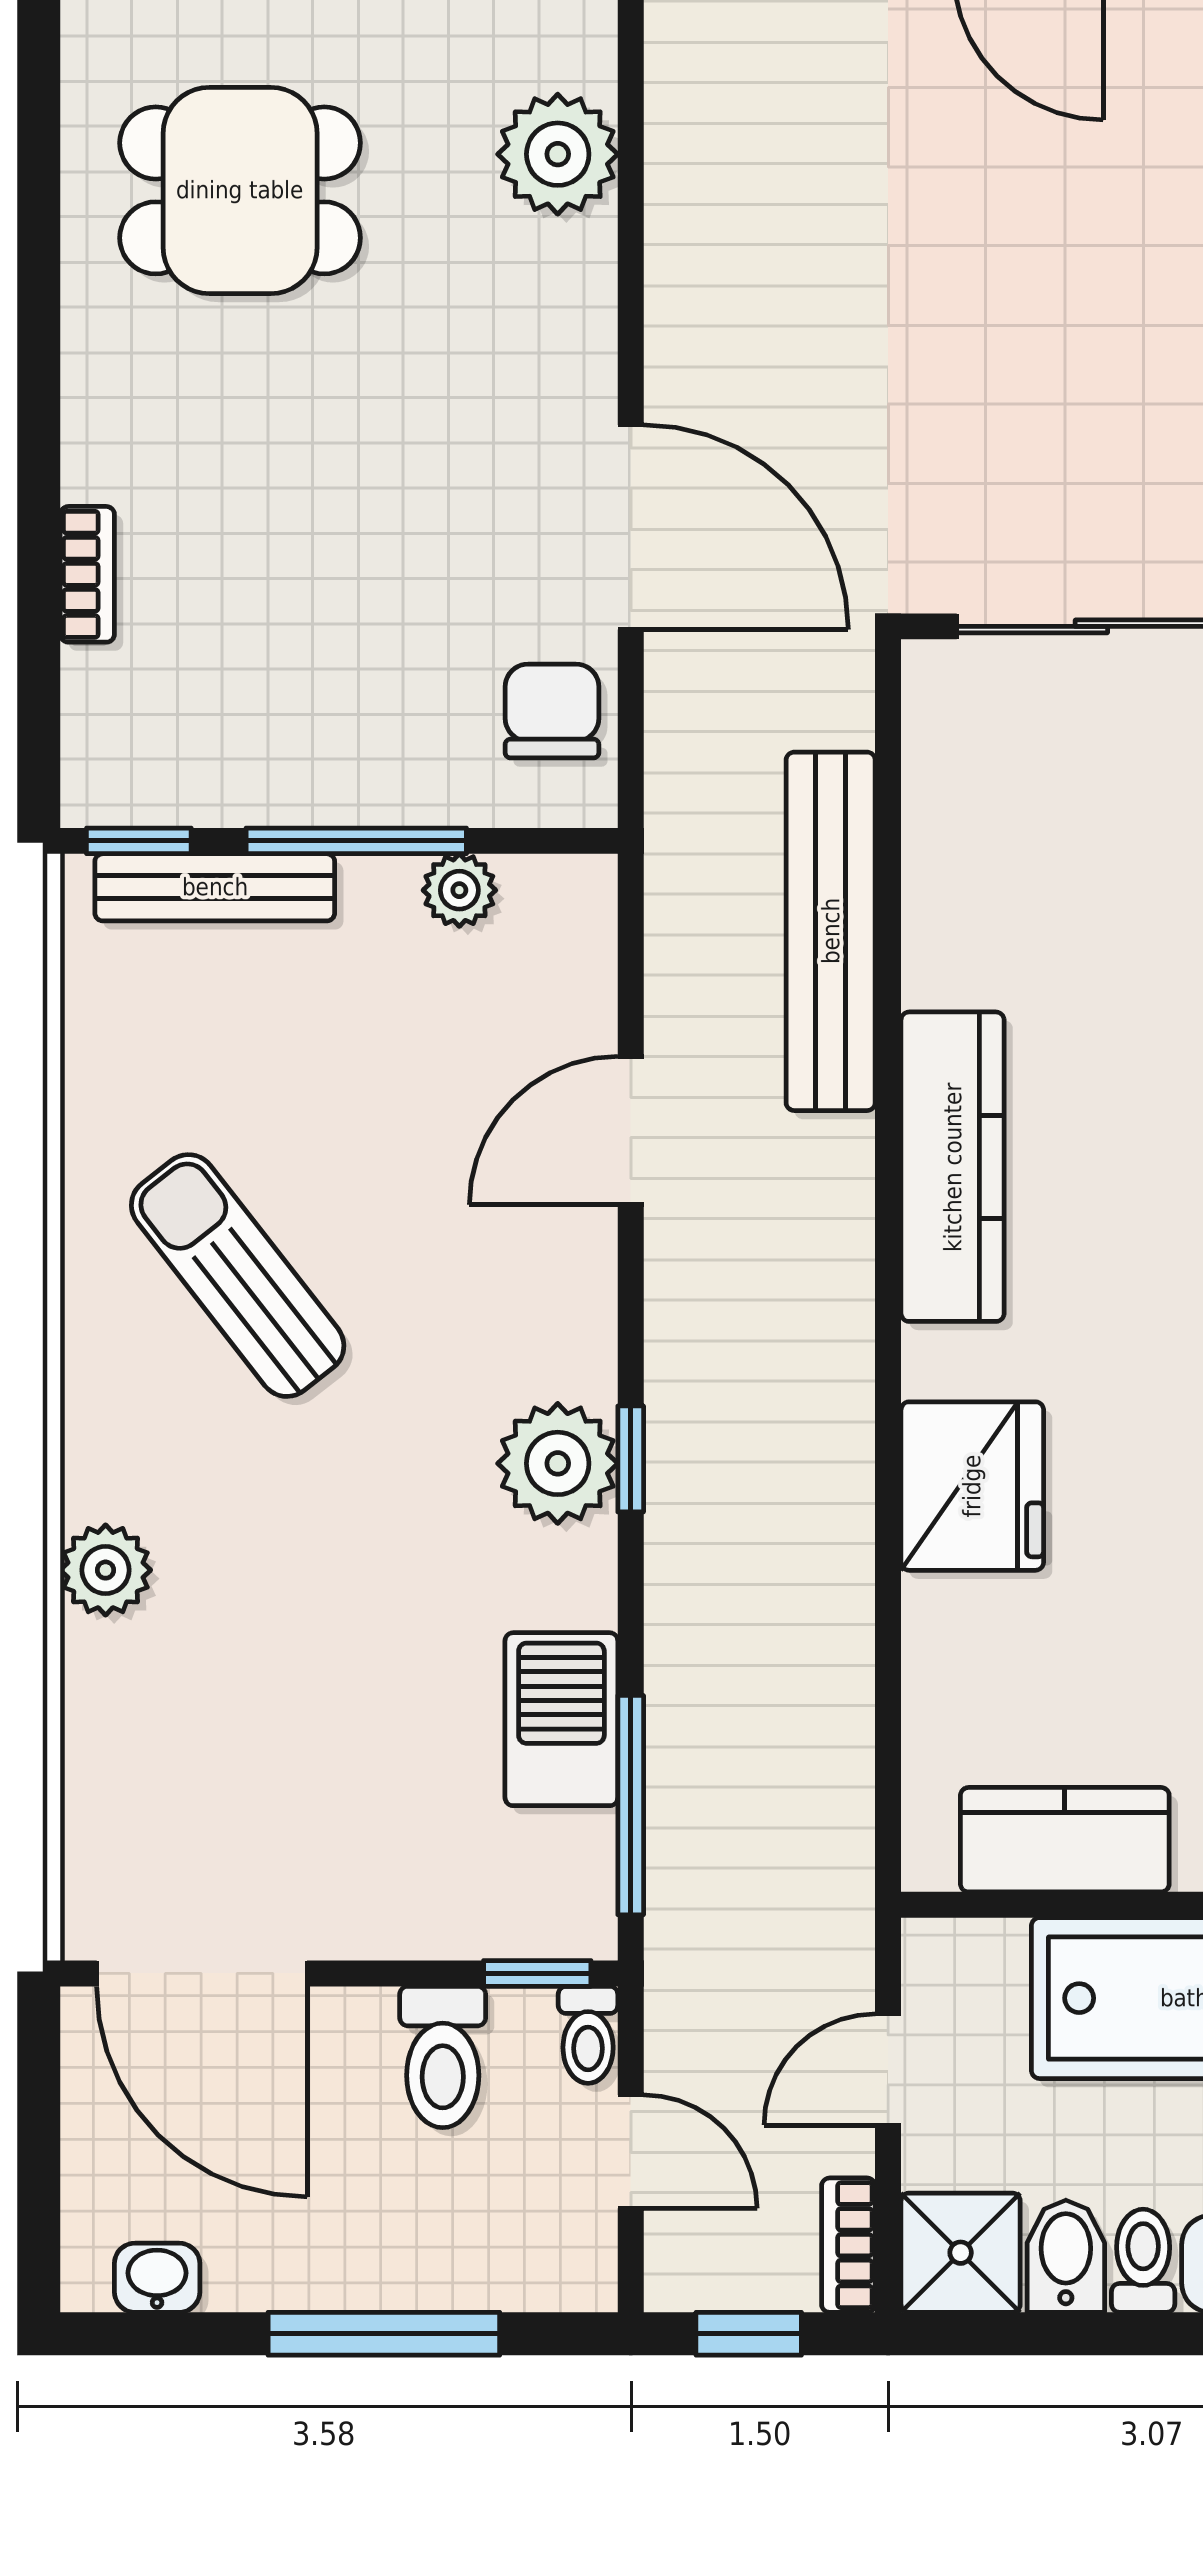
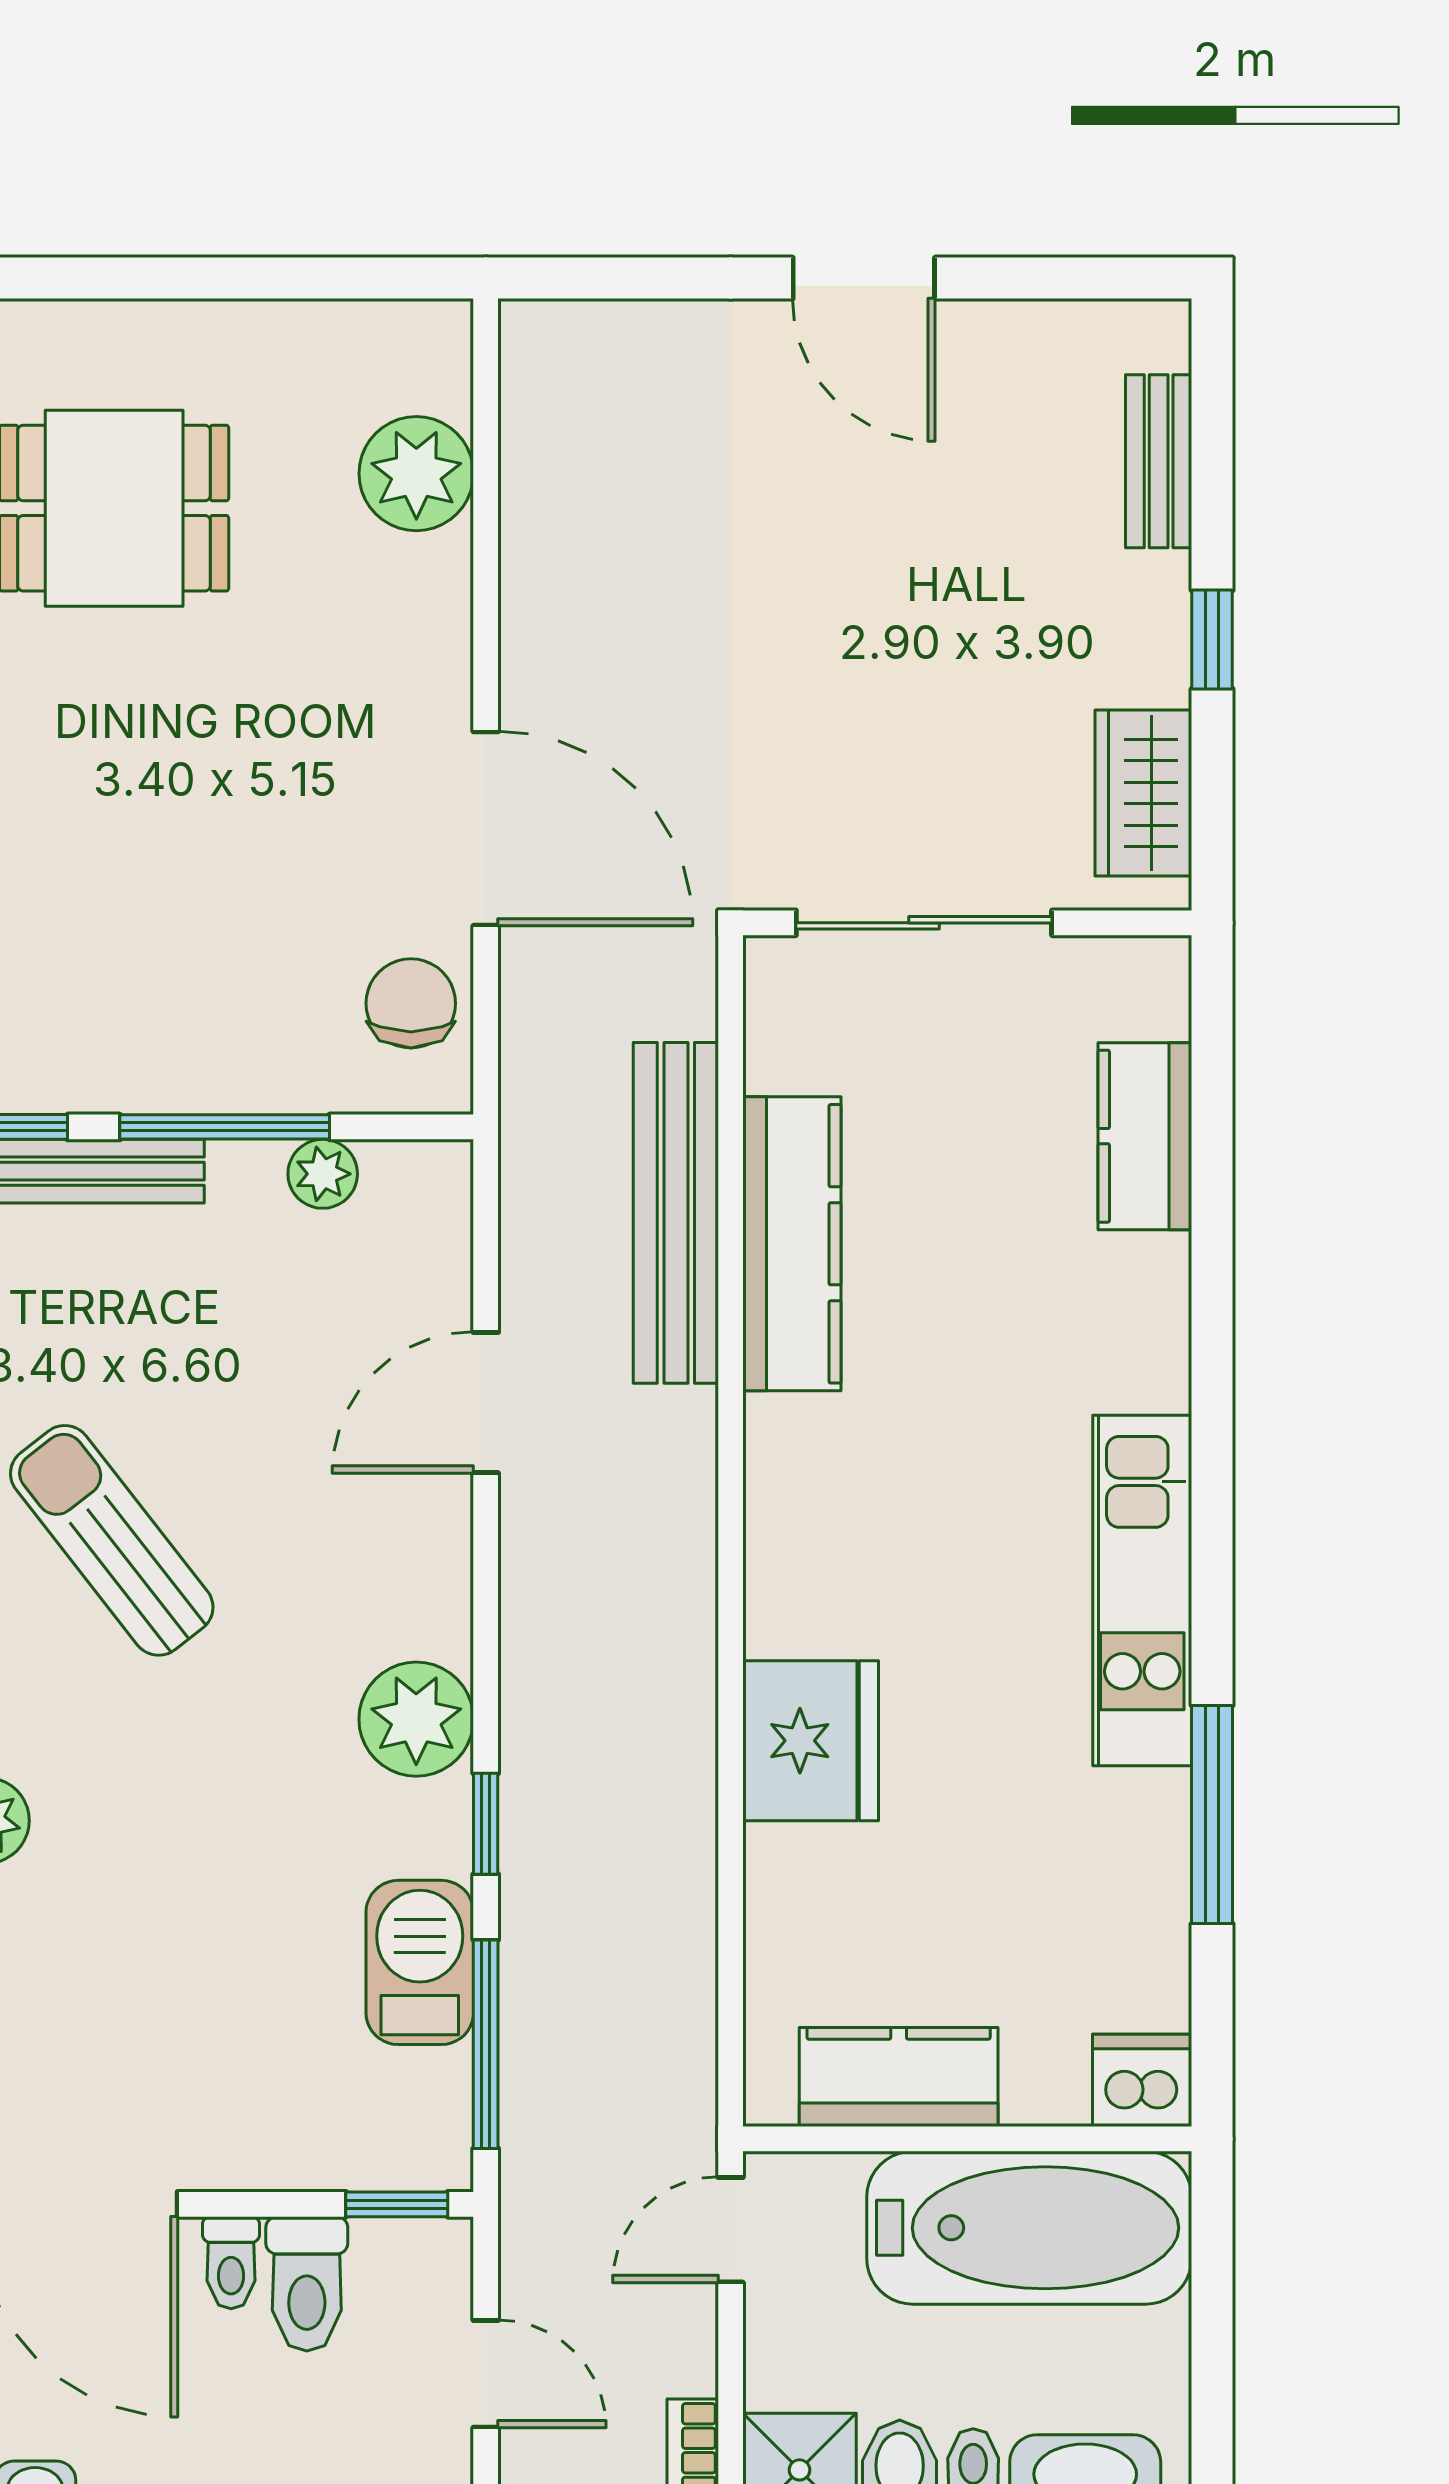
kitchen counter: (953, 1167) -> (792, 1244), moved
window: (631, 1459) -> (486, 1824), moved
toilet: (588, 2035) -> (231, 2263), moved
door: (888, 2069) -> (731, 2230), moved

